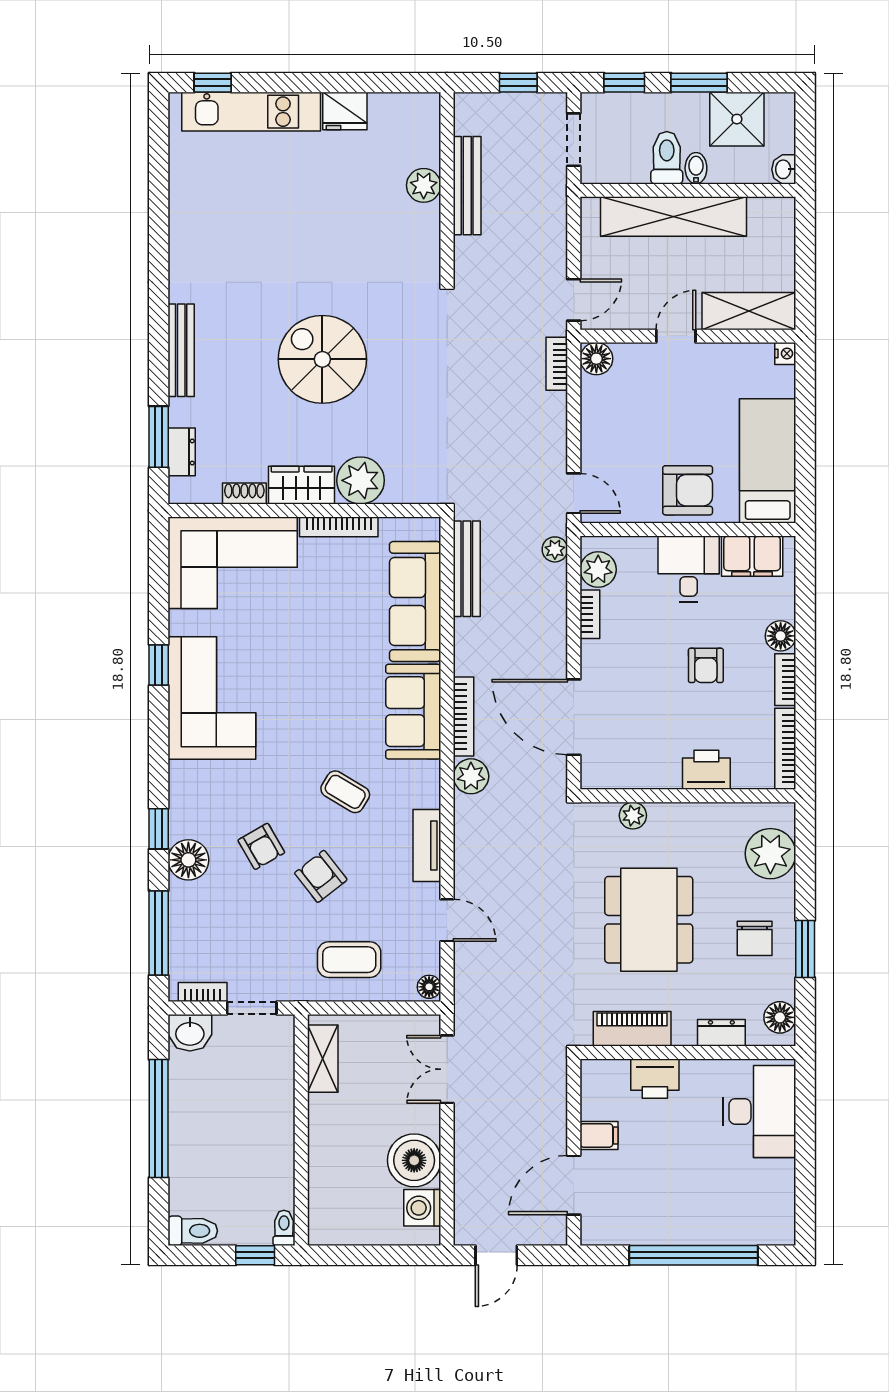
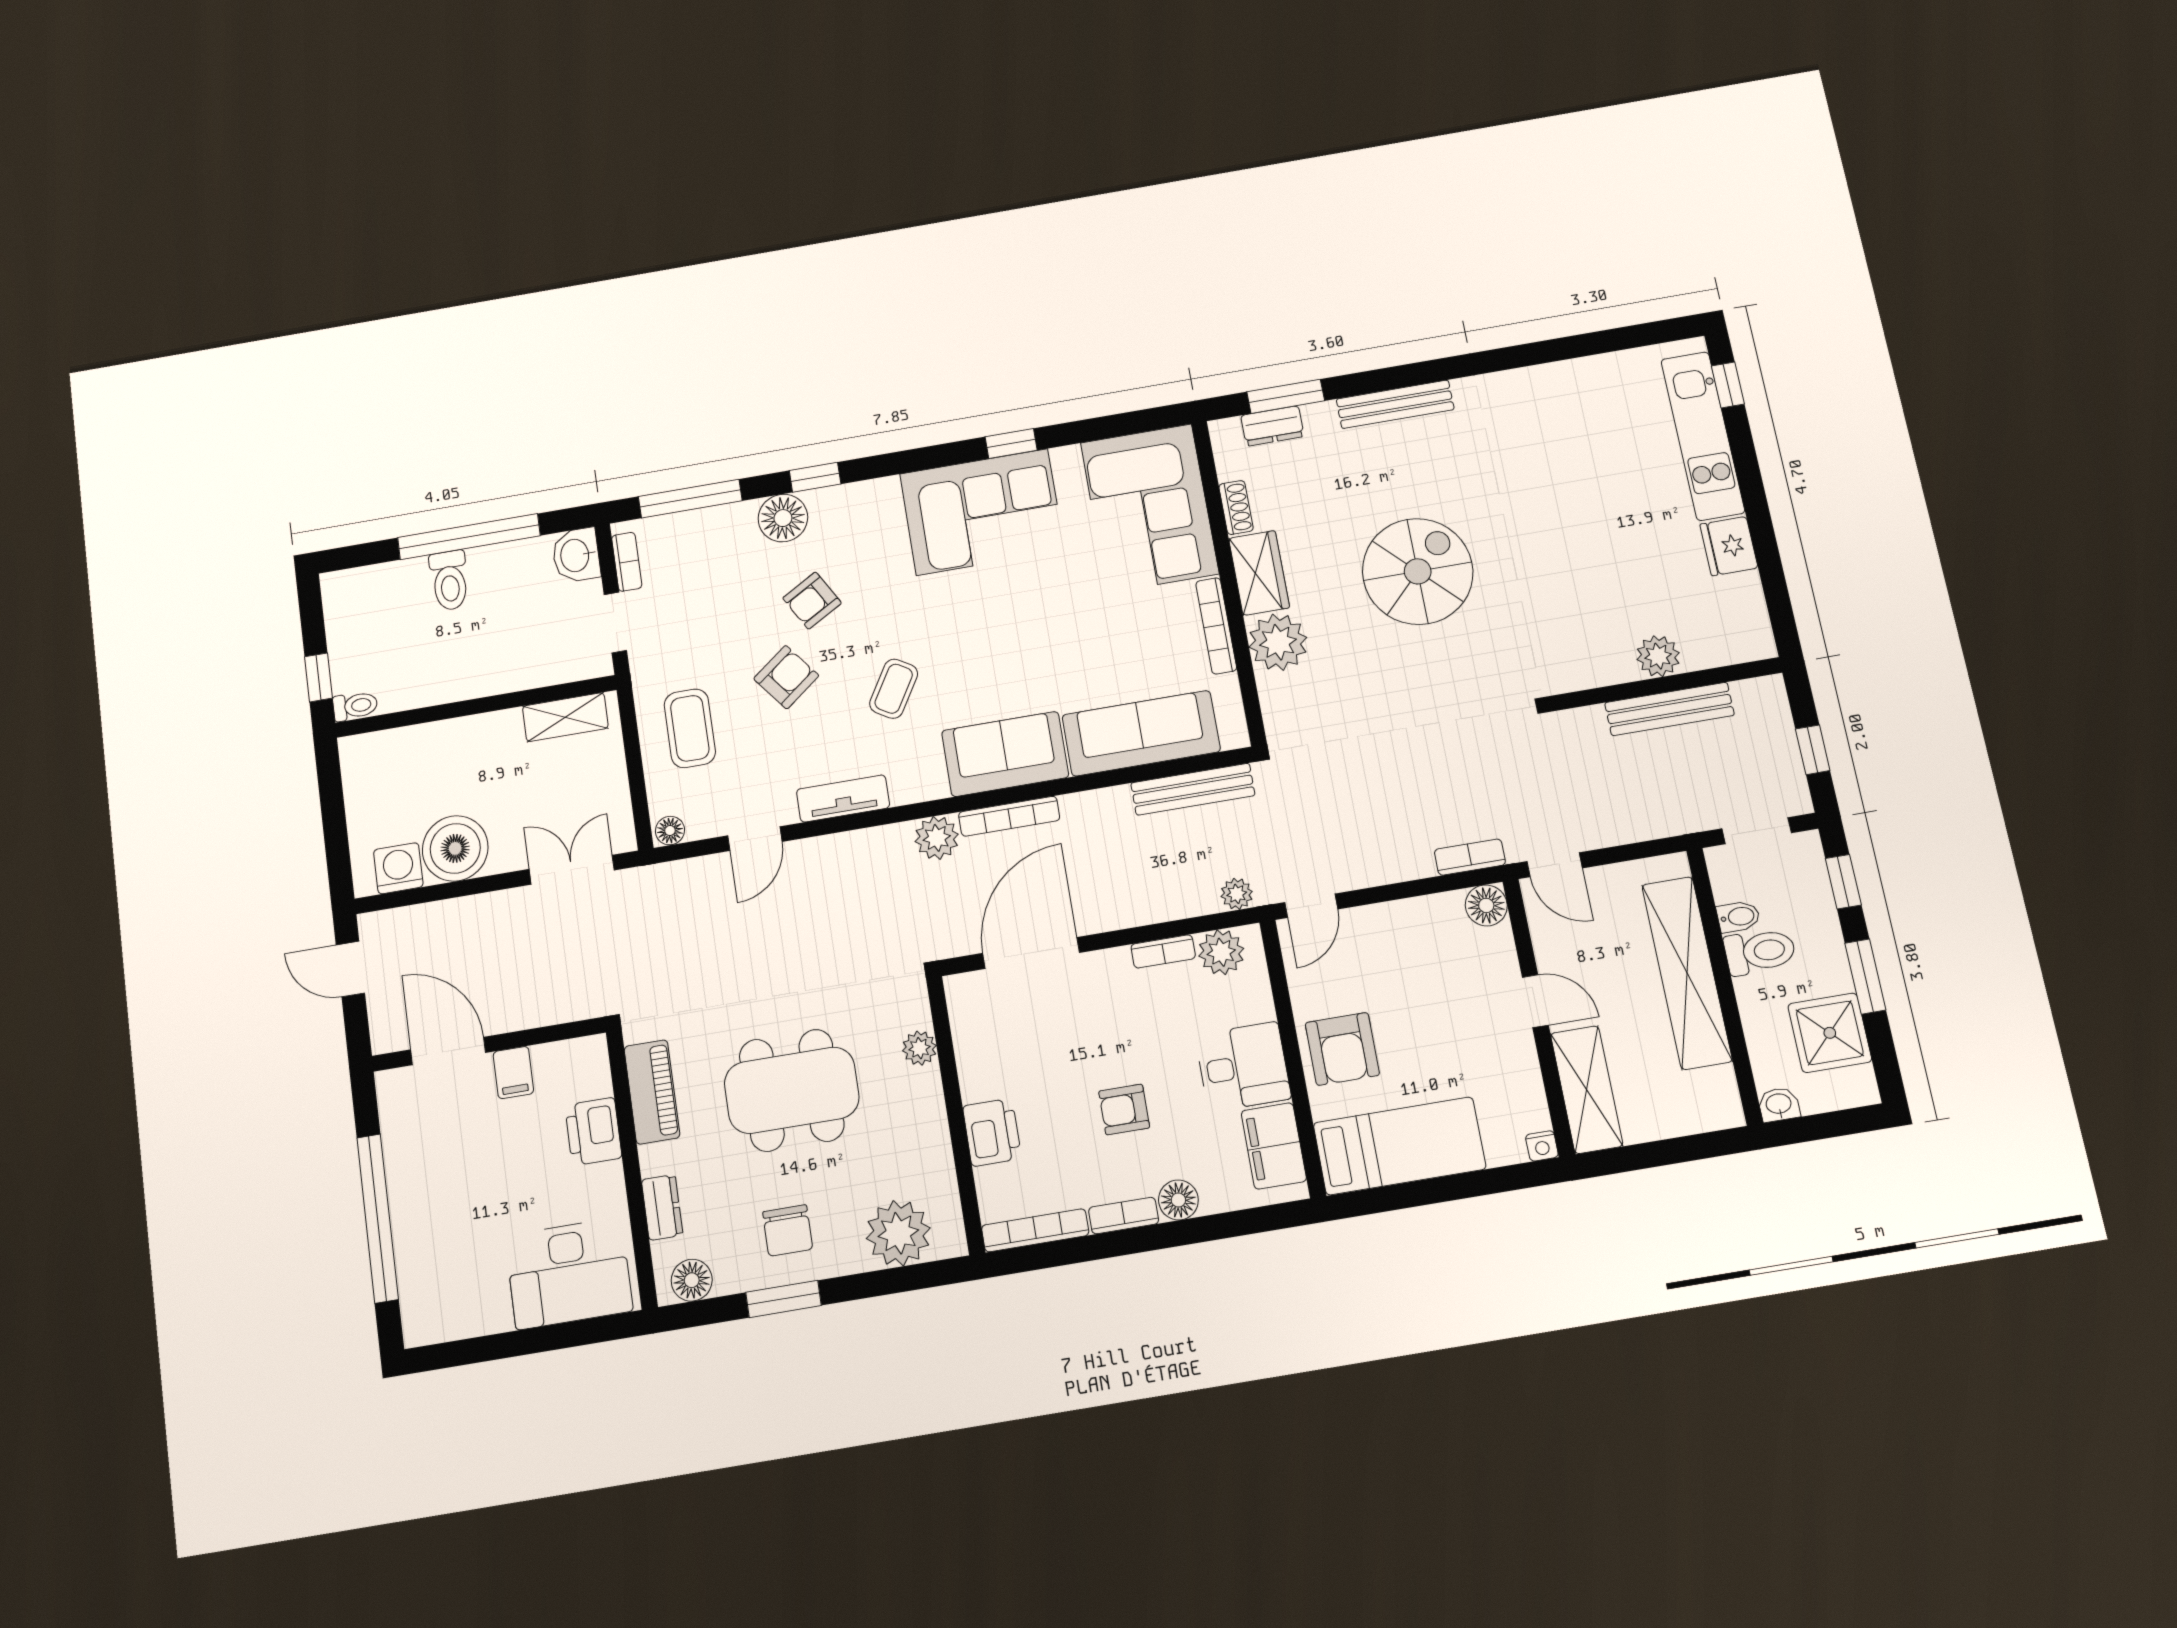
bidet: (696, 168) -> (1738, 917), moved
chair: (755, 938) -> (788, 1230), turned -90
toilet: (193, 1231) -> (449, 580), moved

